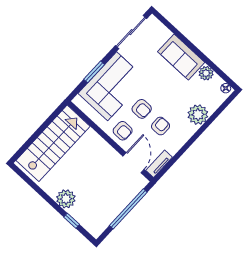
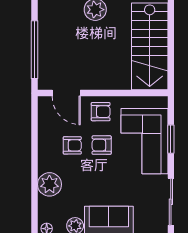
armchair: (161, 126) -> (72, 145), turned -89
armchair: (123, 131) -> (101, 112), turned 180
tv unit: (159, 164) -> (44, 112), removed

